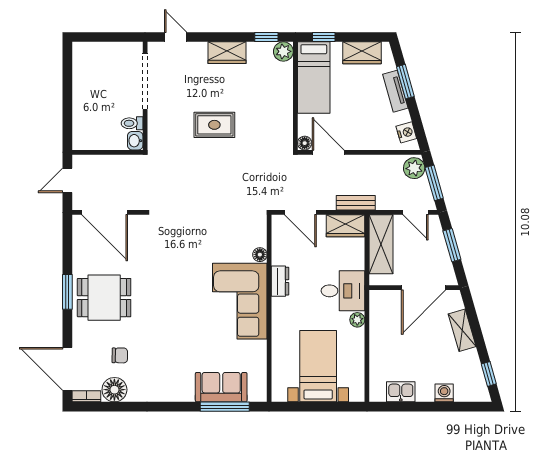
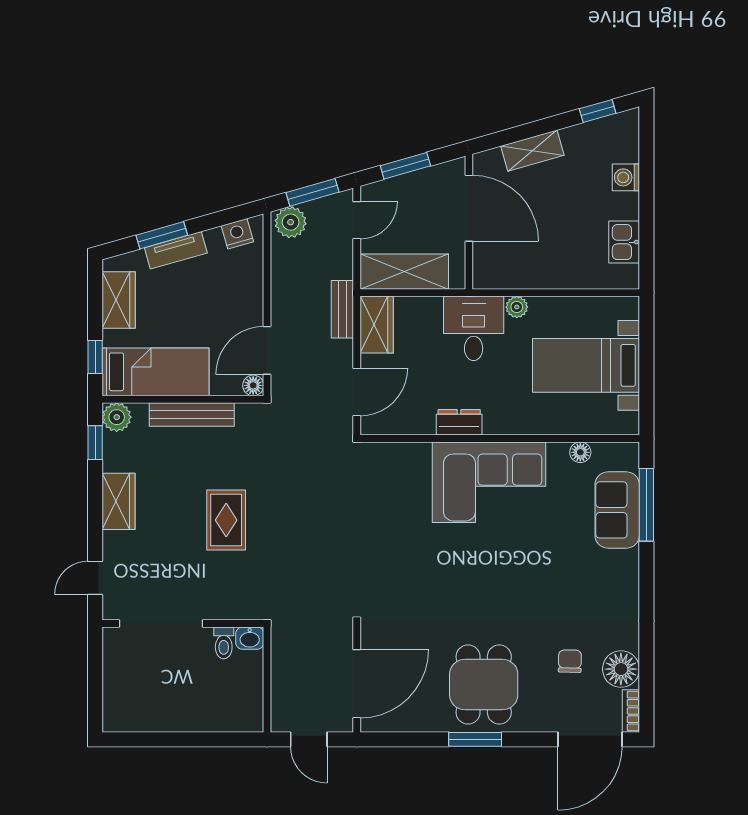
bench: (285, 102) -> (192, 414), added
floor lamp: (260, 255) -> (580, 452), moved

